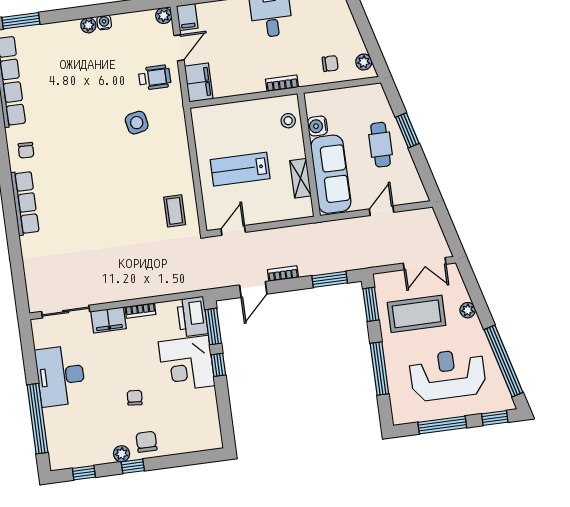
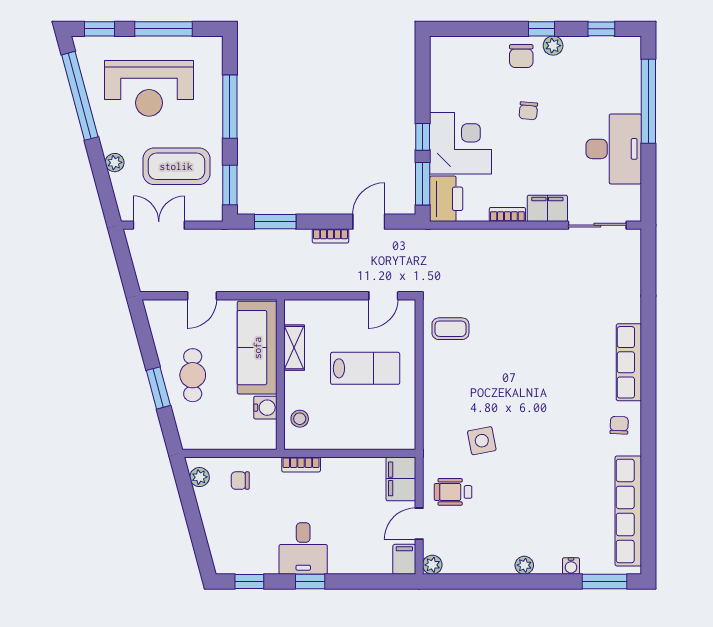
water cooler: (104, 22) -> (571, 566), moved
coffee table: (175, 211) -> (450, 329), turned 90

